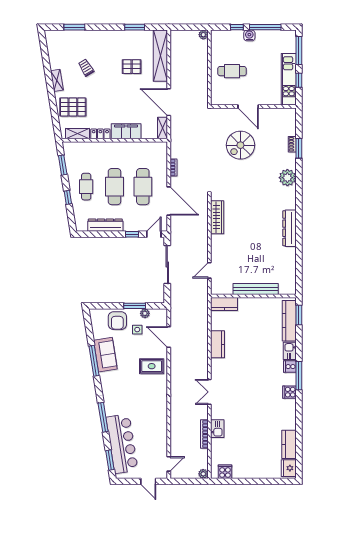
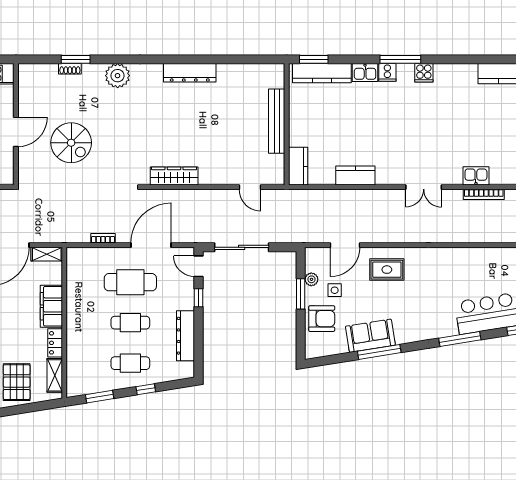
cafe table: (114, 187) -> (130, 323), width x0.73, depth x0.74
rug: (152, 366) -> (387, 270), turned 90

